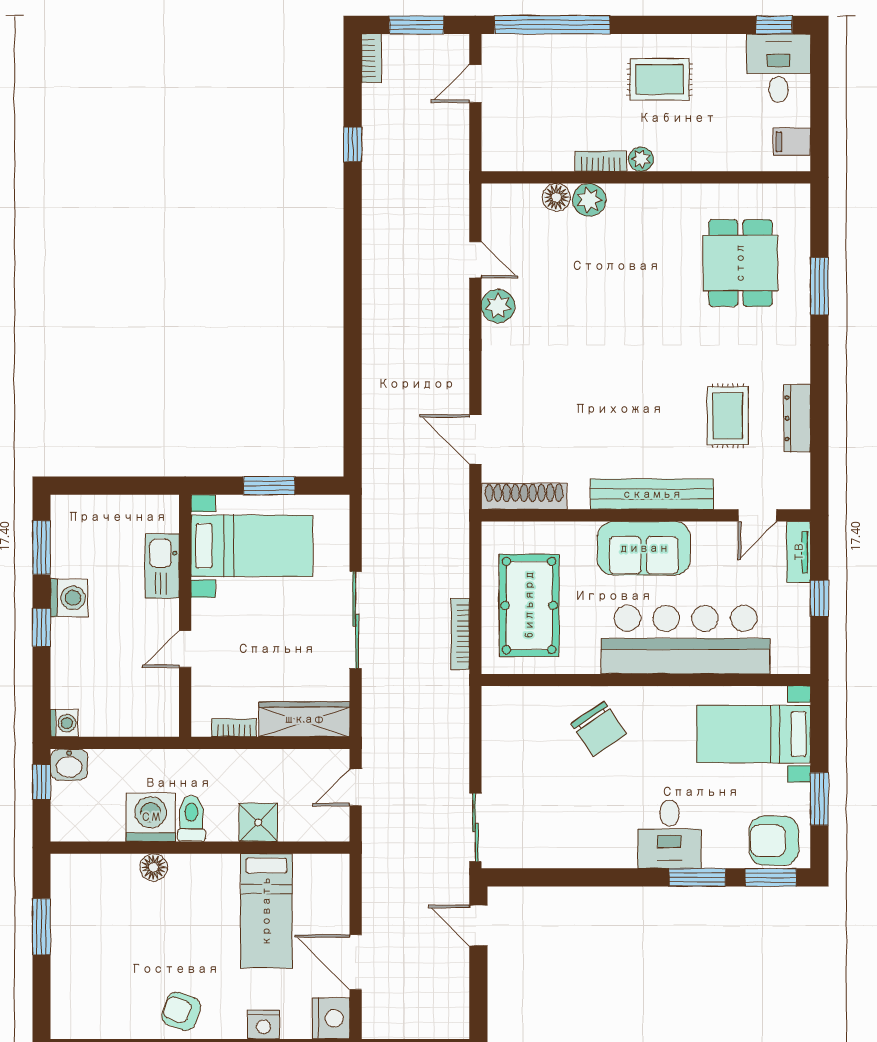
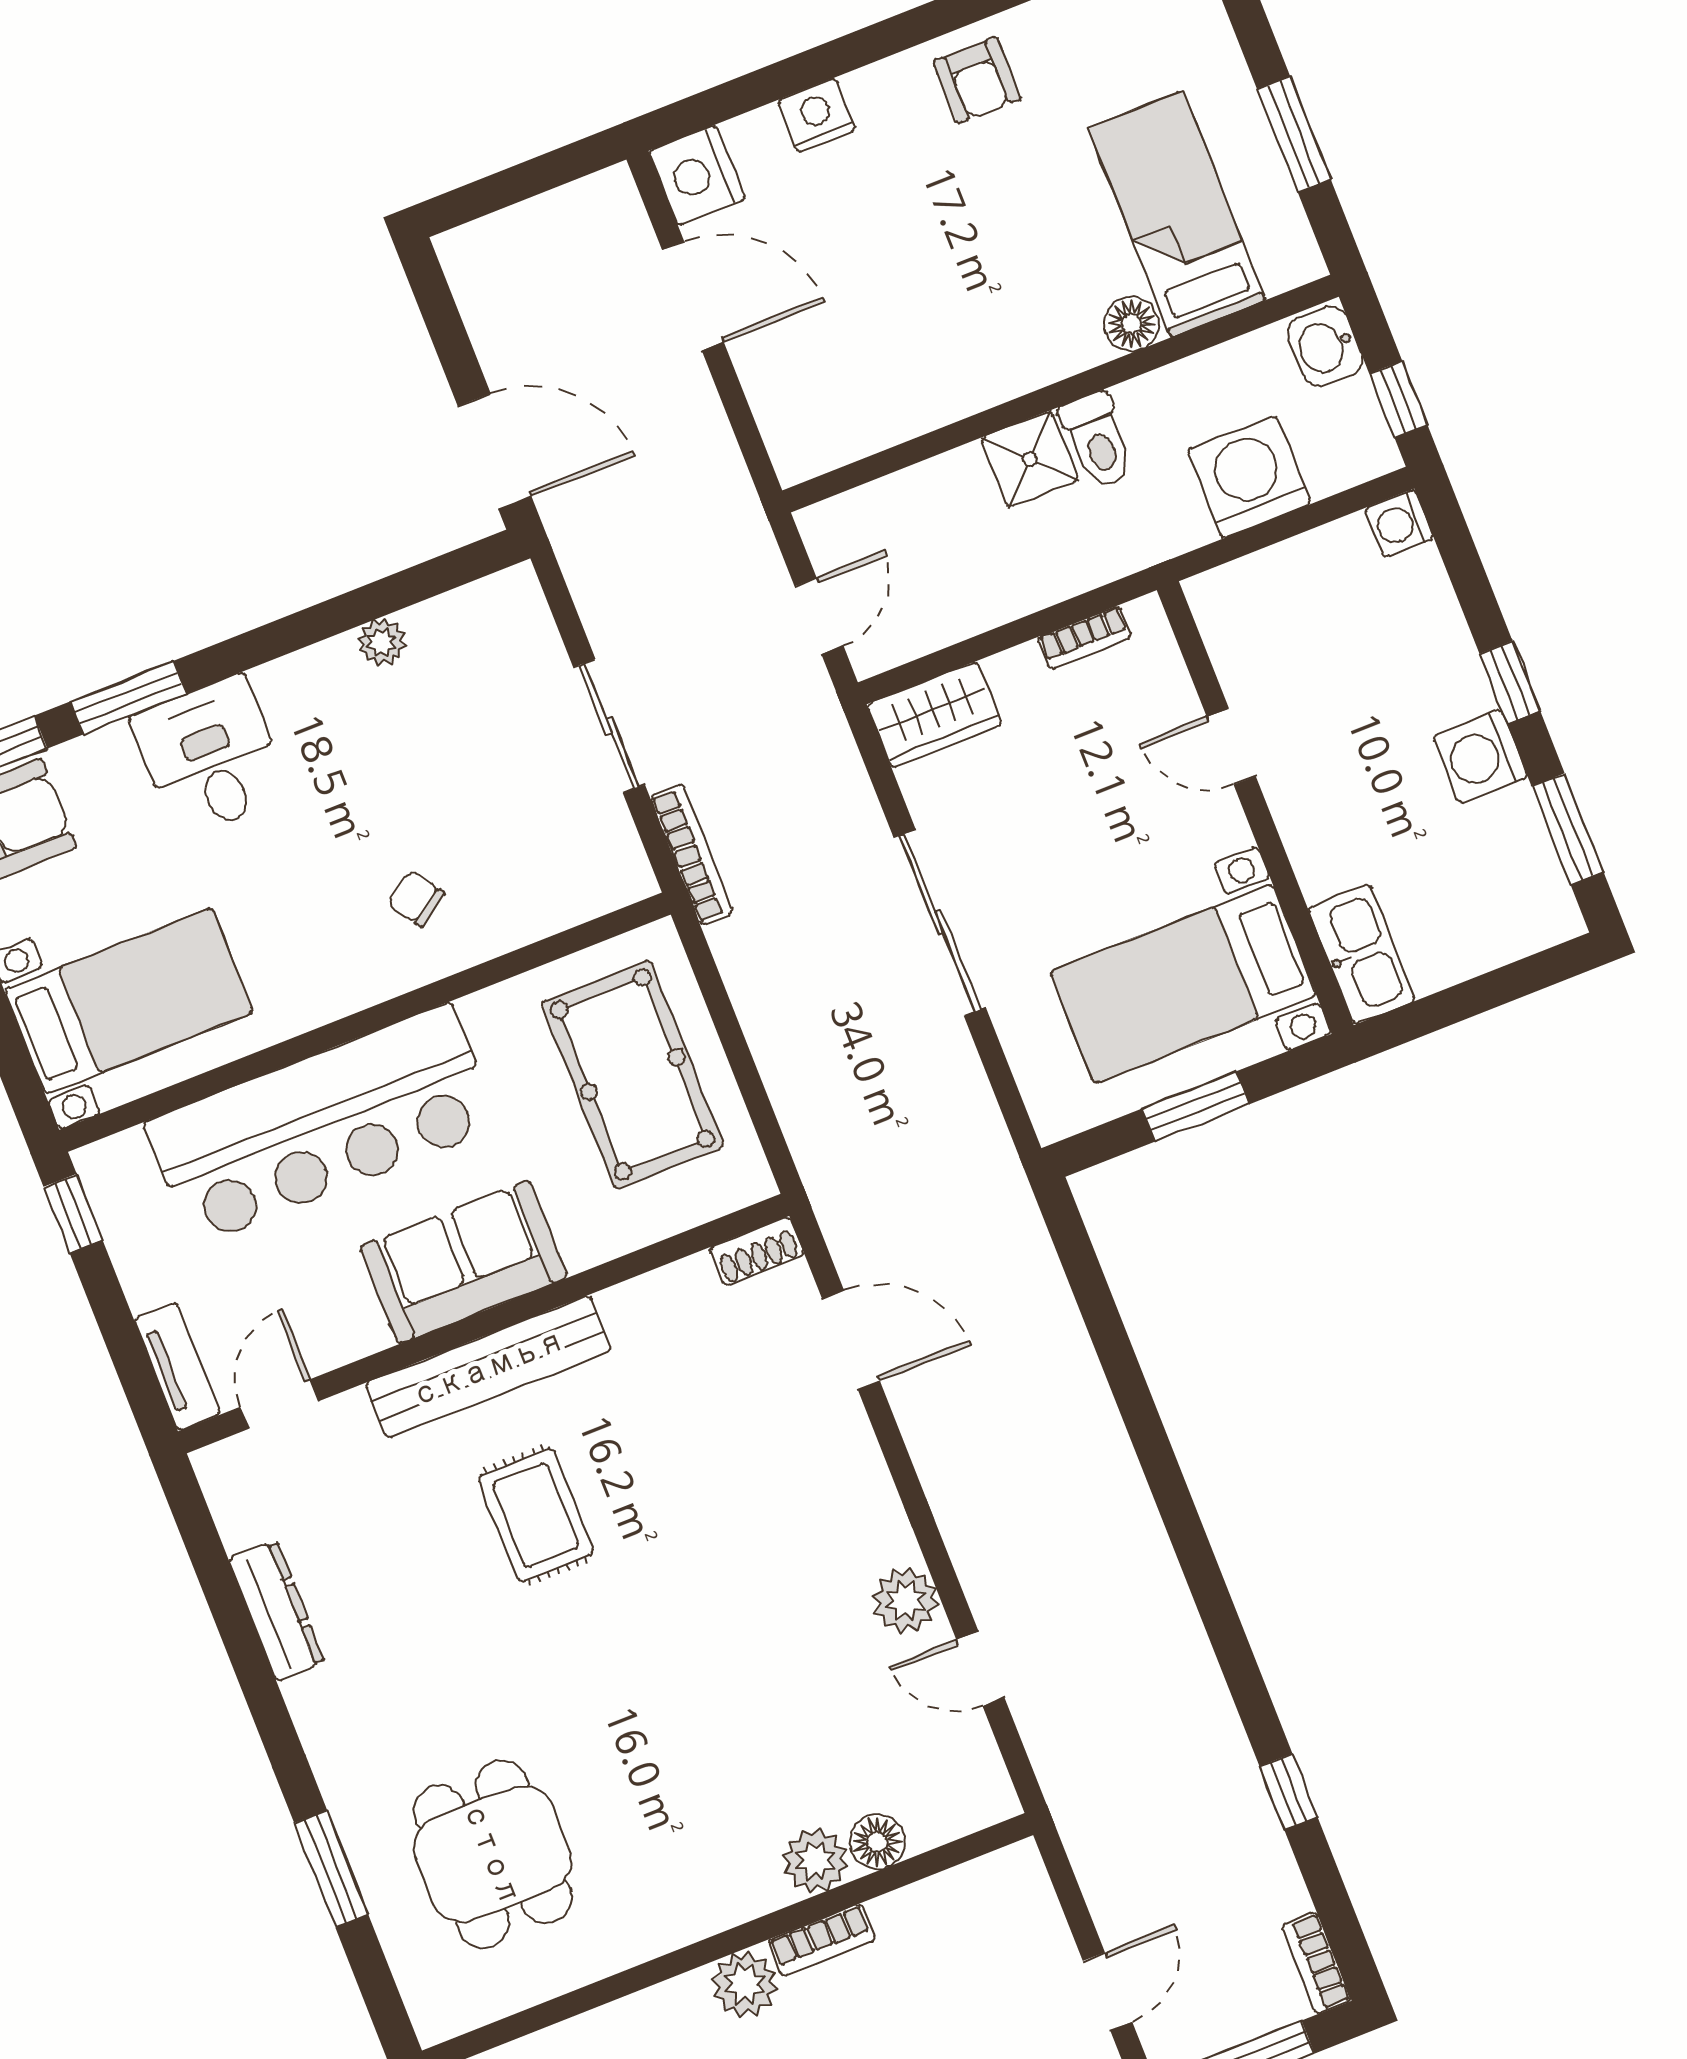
plant: (641, 159) -> (744, 1984), width x1.38, depth x1.38
rug: (728, 416) -> (536, 1515), moved
shoe rack: (524, 496) -> (757, 1251), width x0.51, depth x0.81
kitchen sink: (162, 566) -> (1362, 954), moved
window: (819, 598) -> (73, 1213), moved
bookcase: (460, 634) -> (692, 855), moved
door: (185, 649) -> (1231, 747), swing flipped
wardrobe: (304, 719) -> (934, 715), width x0.67
chair: (599, 729) -> (416, 899), width x0.54, depth x0.54
washbasin: (69, 765) -> (1325, 346), moved, turned -90
washing machine: (151, 817) -> (1249, 477), moved, turned 180
shower: (258, 822) -> (1030, 459), moved
sliding door: (475, 827) -> (609, 726), moved
plant: (567, 856) -> (382, 642), added
bed: (266, 911) -> (1177, 214), moved
door: (478, 926) -> (495, 451), width x1.38
armchair: (181, 1011) -> (977, 80), turned 70

